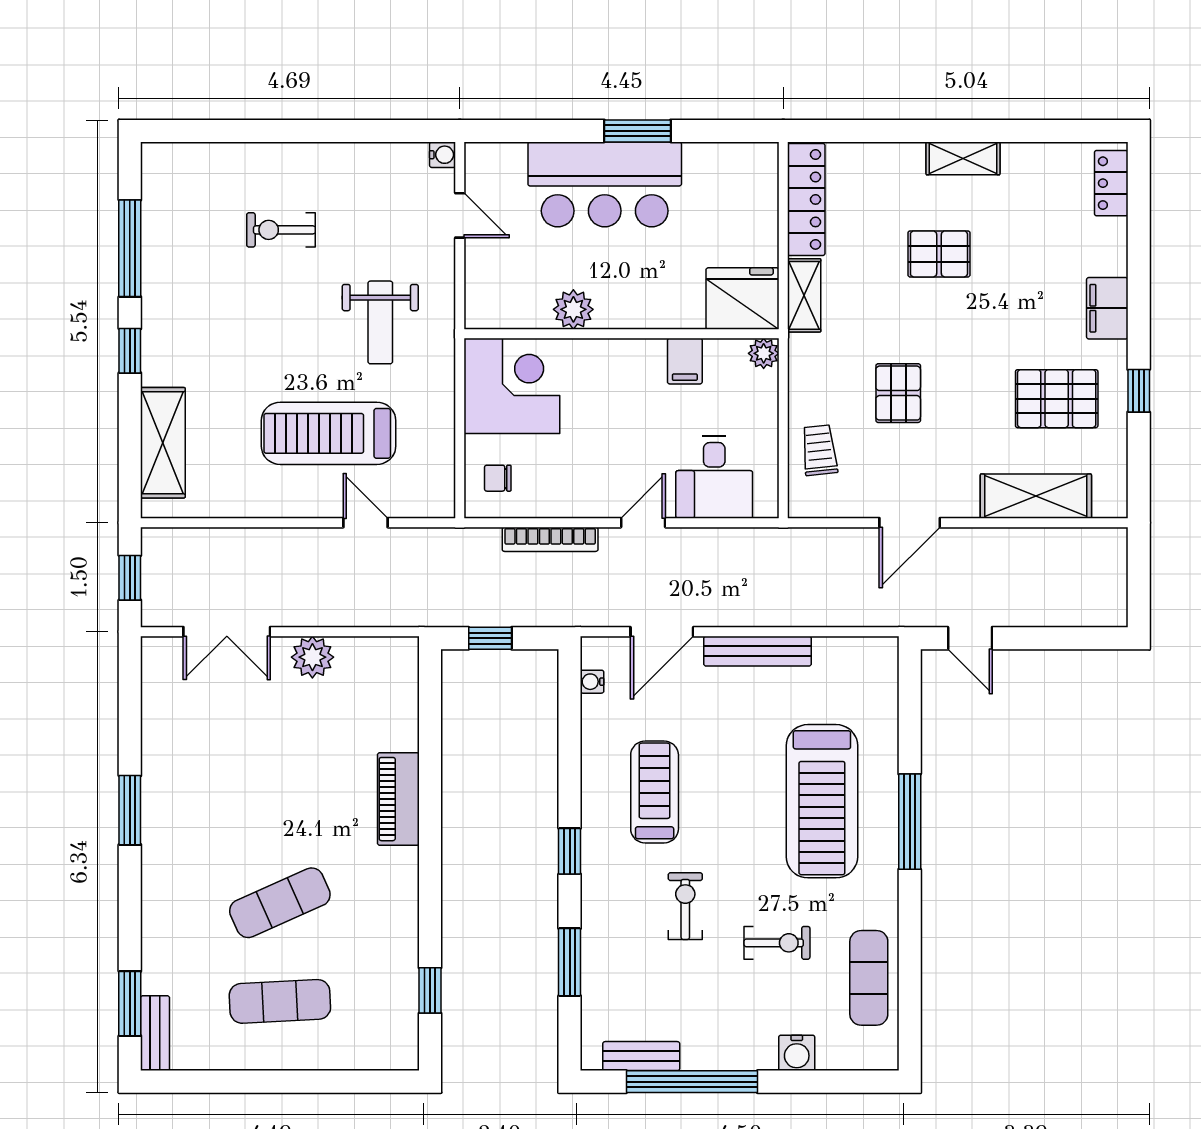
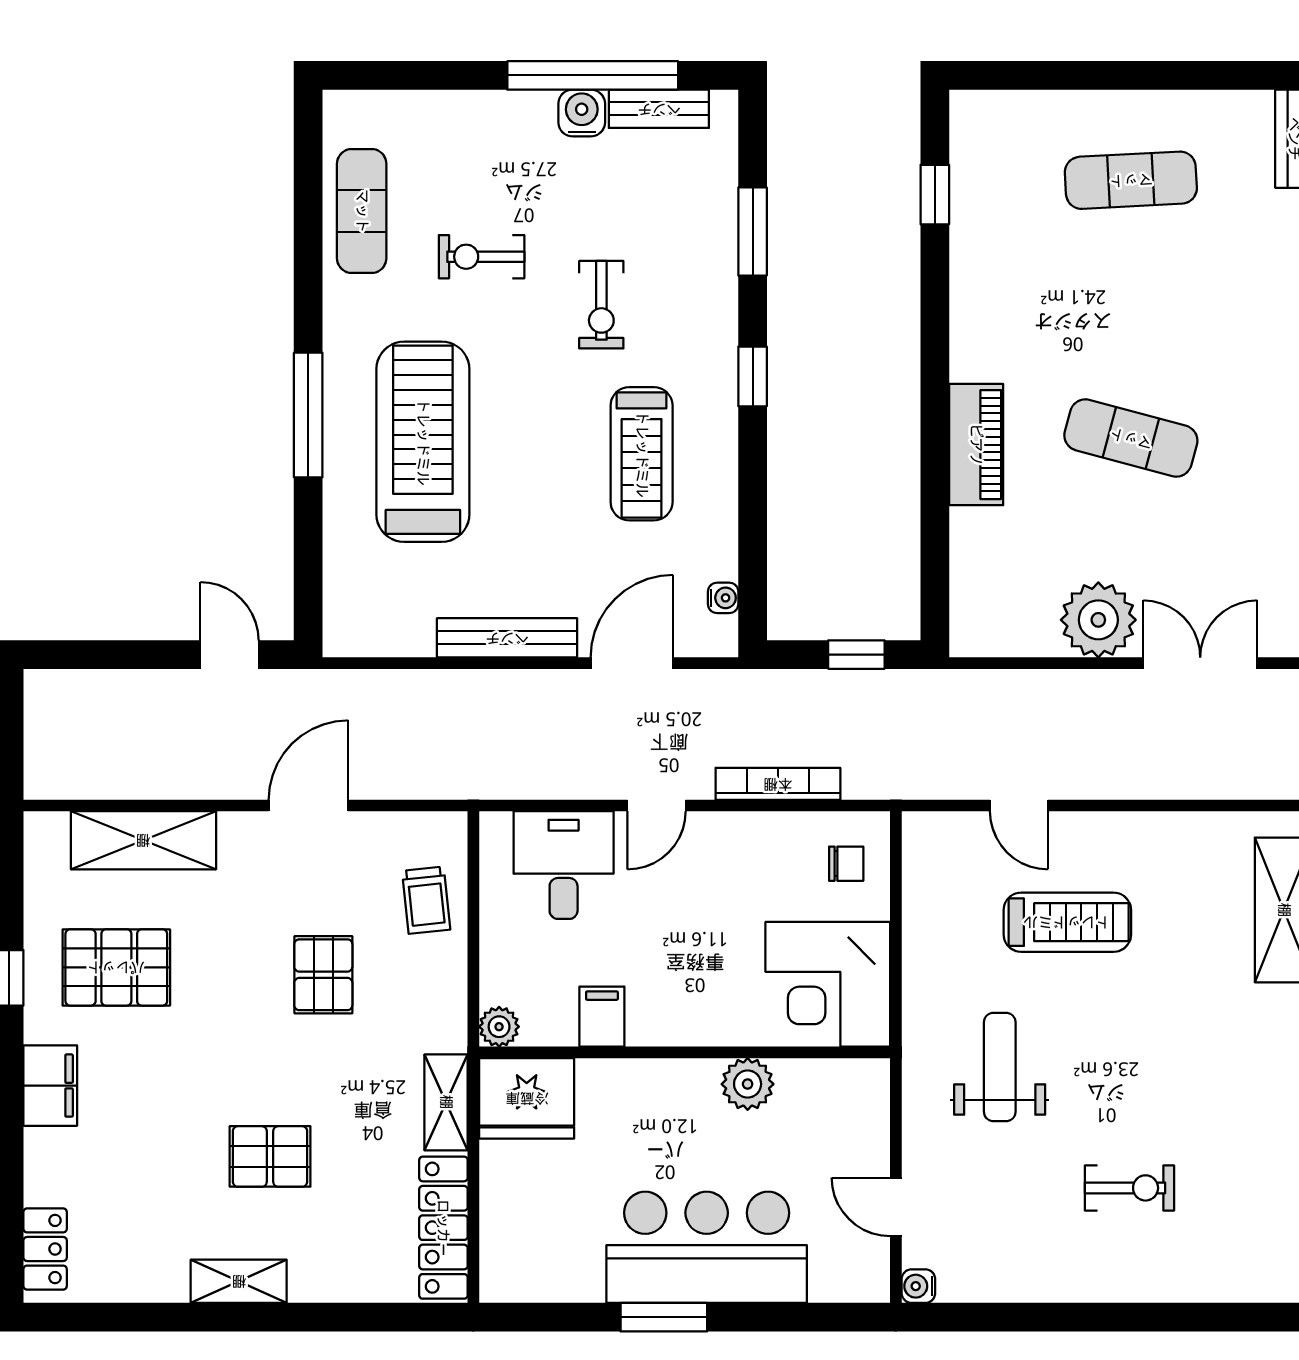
treadmill: (329, 433) -> (1067, 922), width x0.73, depth x0.73
plant: (312, 657) -> (1098, 620), width x1.36, depth x1.36
exercise mat: (280, 903) -> (1131, 438), moved, turned 39
water cooler: (797, 1053) -> (582, 113), moved

